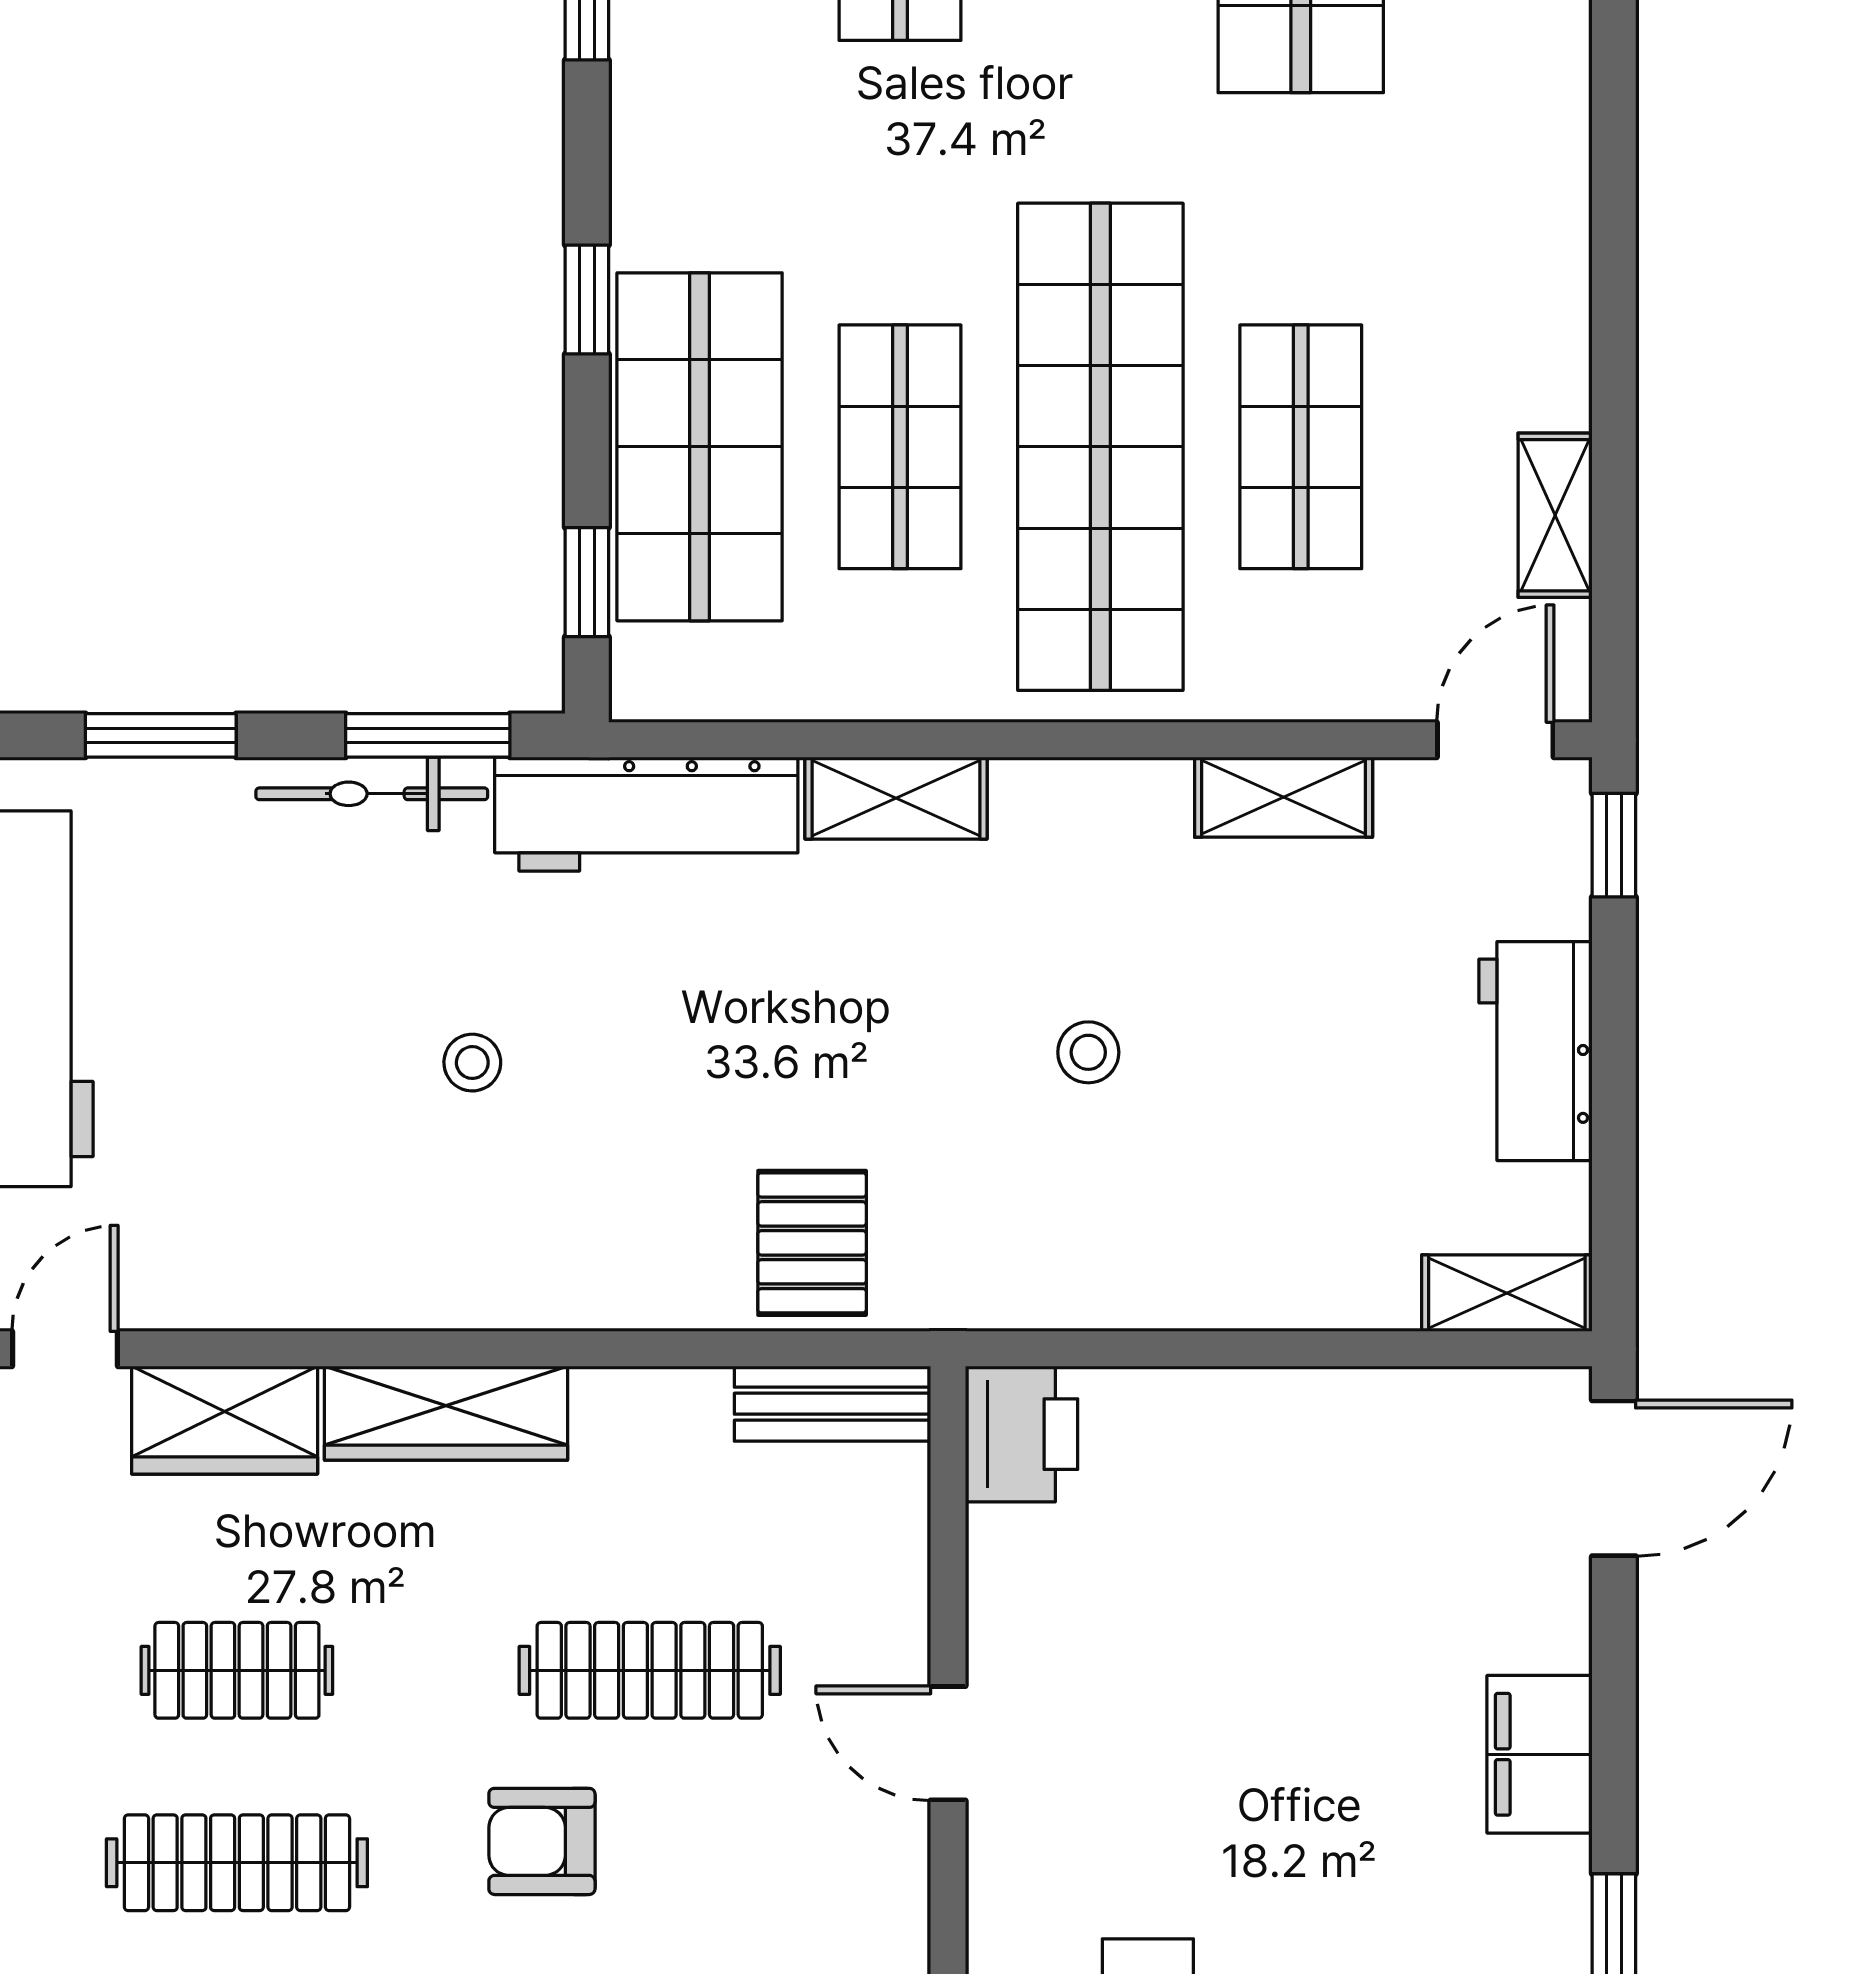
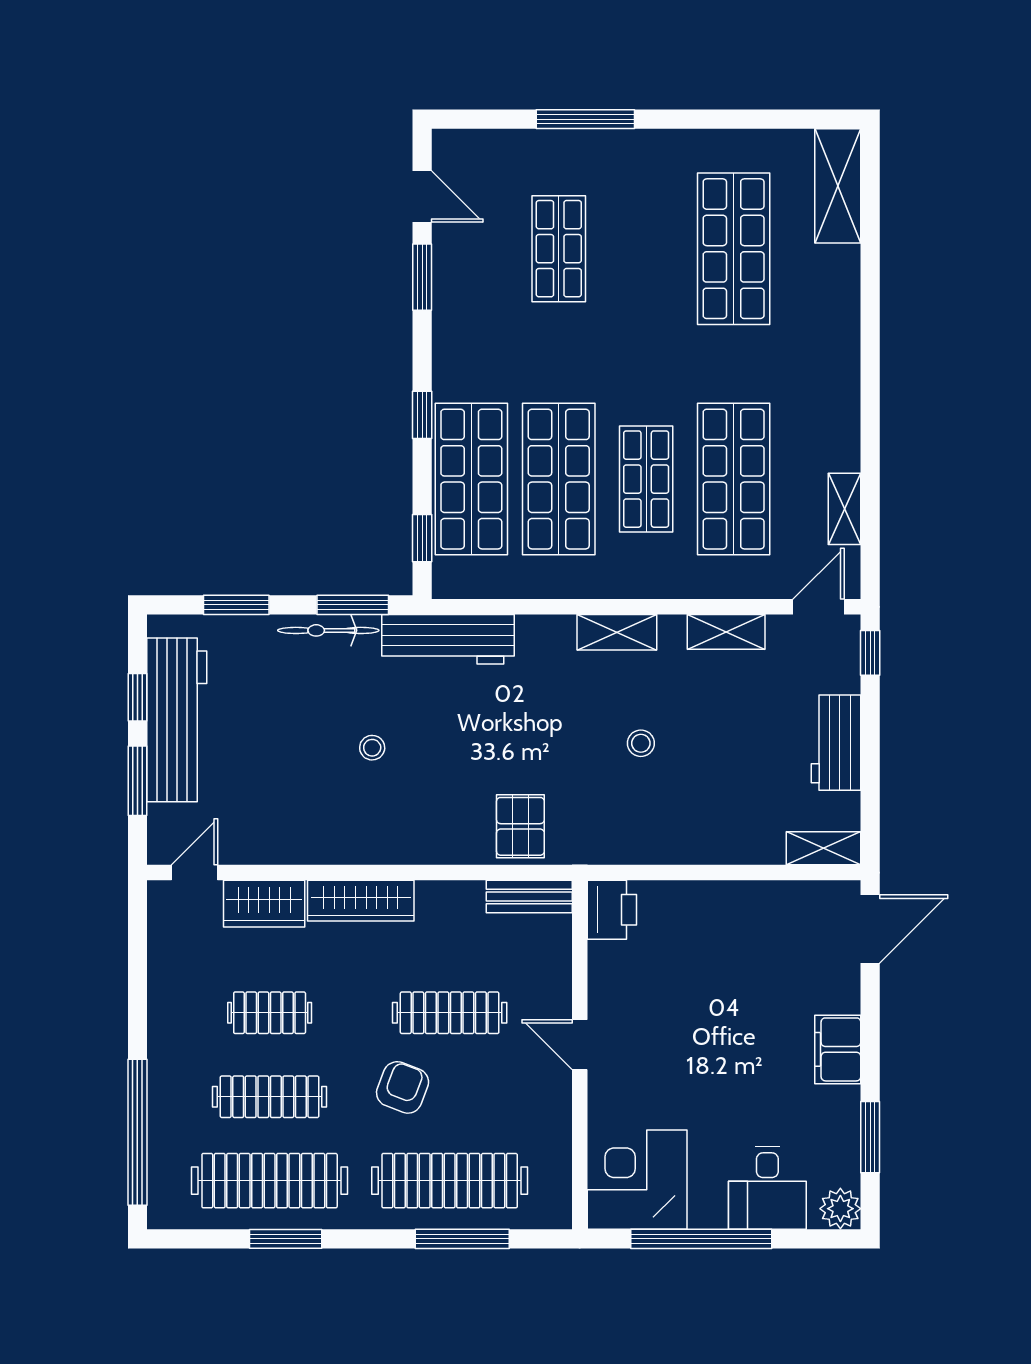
shop shelf: (900, 447) -> (559, 479), width x1.43, depth x1.36
shop shelf: (1100, 447) -> (646, 479), width x0.50, depth x0.74
shop shelf: (1301, 447) -> (734, 479), width x1.43, depth x1.36
shelving: (896, 798) -> (617, 632), moved
armchair: (542, 1841) -> (403, 1087), turned 111

